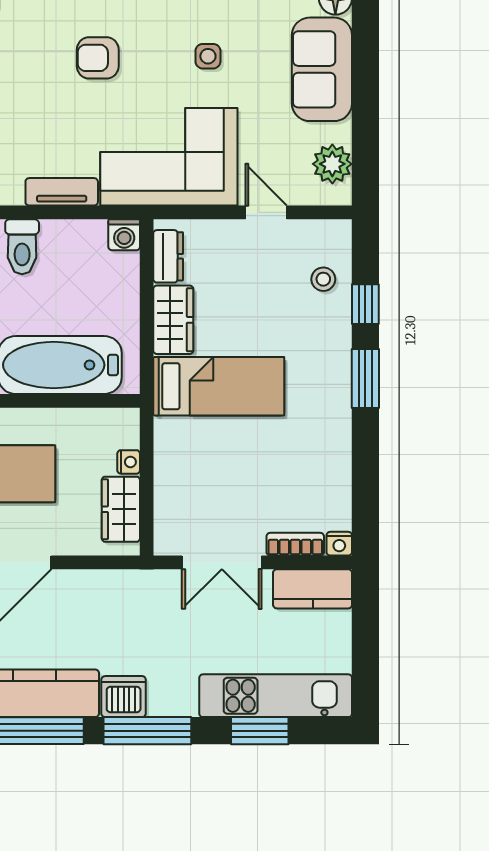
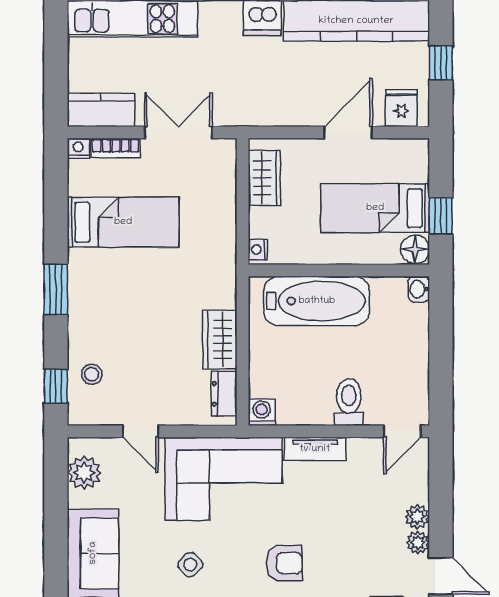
side table: (208, 56) -> (190, 565), turned 45
window: (365, 304) -> (56, 386), moved
bed: (219, 386) -> (123, 222), moved, turned 180
nightstand: (129, 462) -> (258, 250), moved

